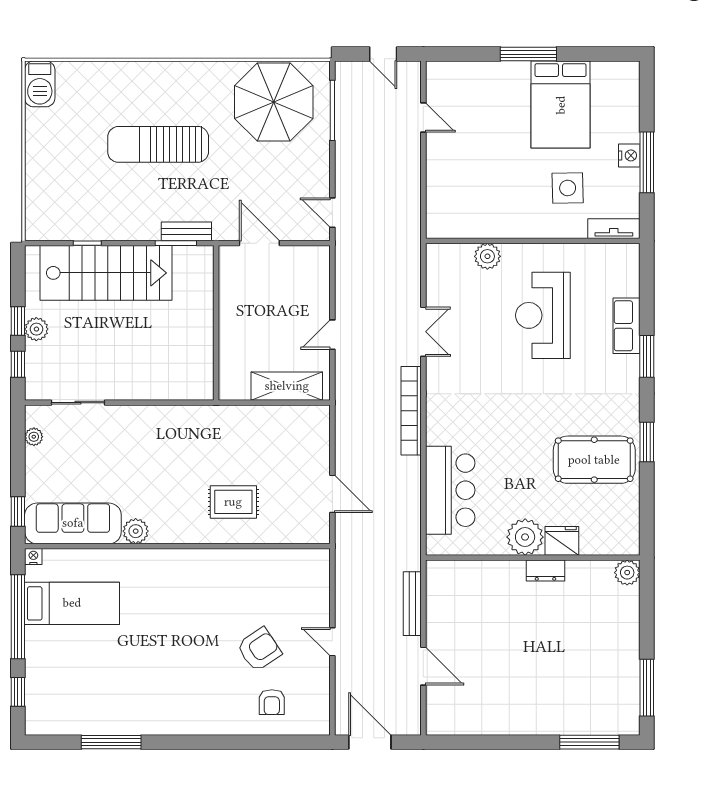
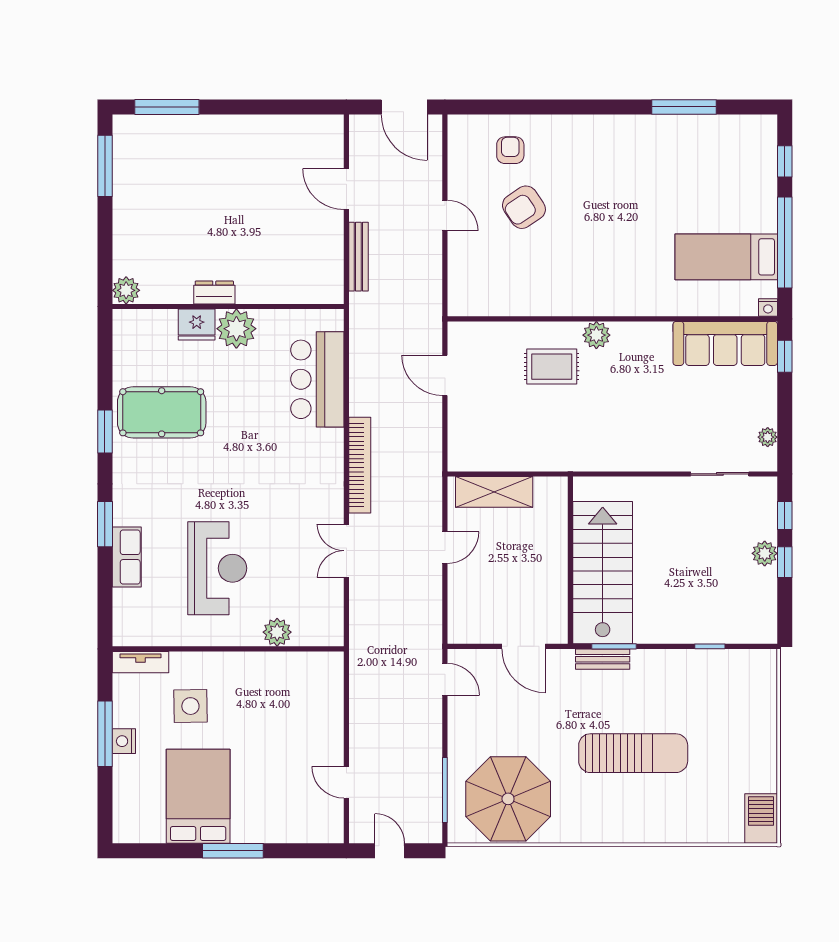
stairs: (106, 273) -> (603, 573), moved, turned 90
plant: (136, 531) -> (596, 335), moved

